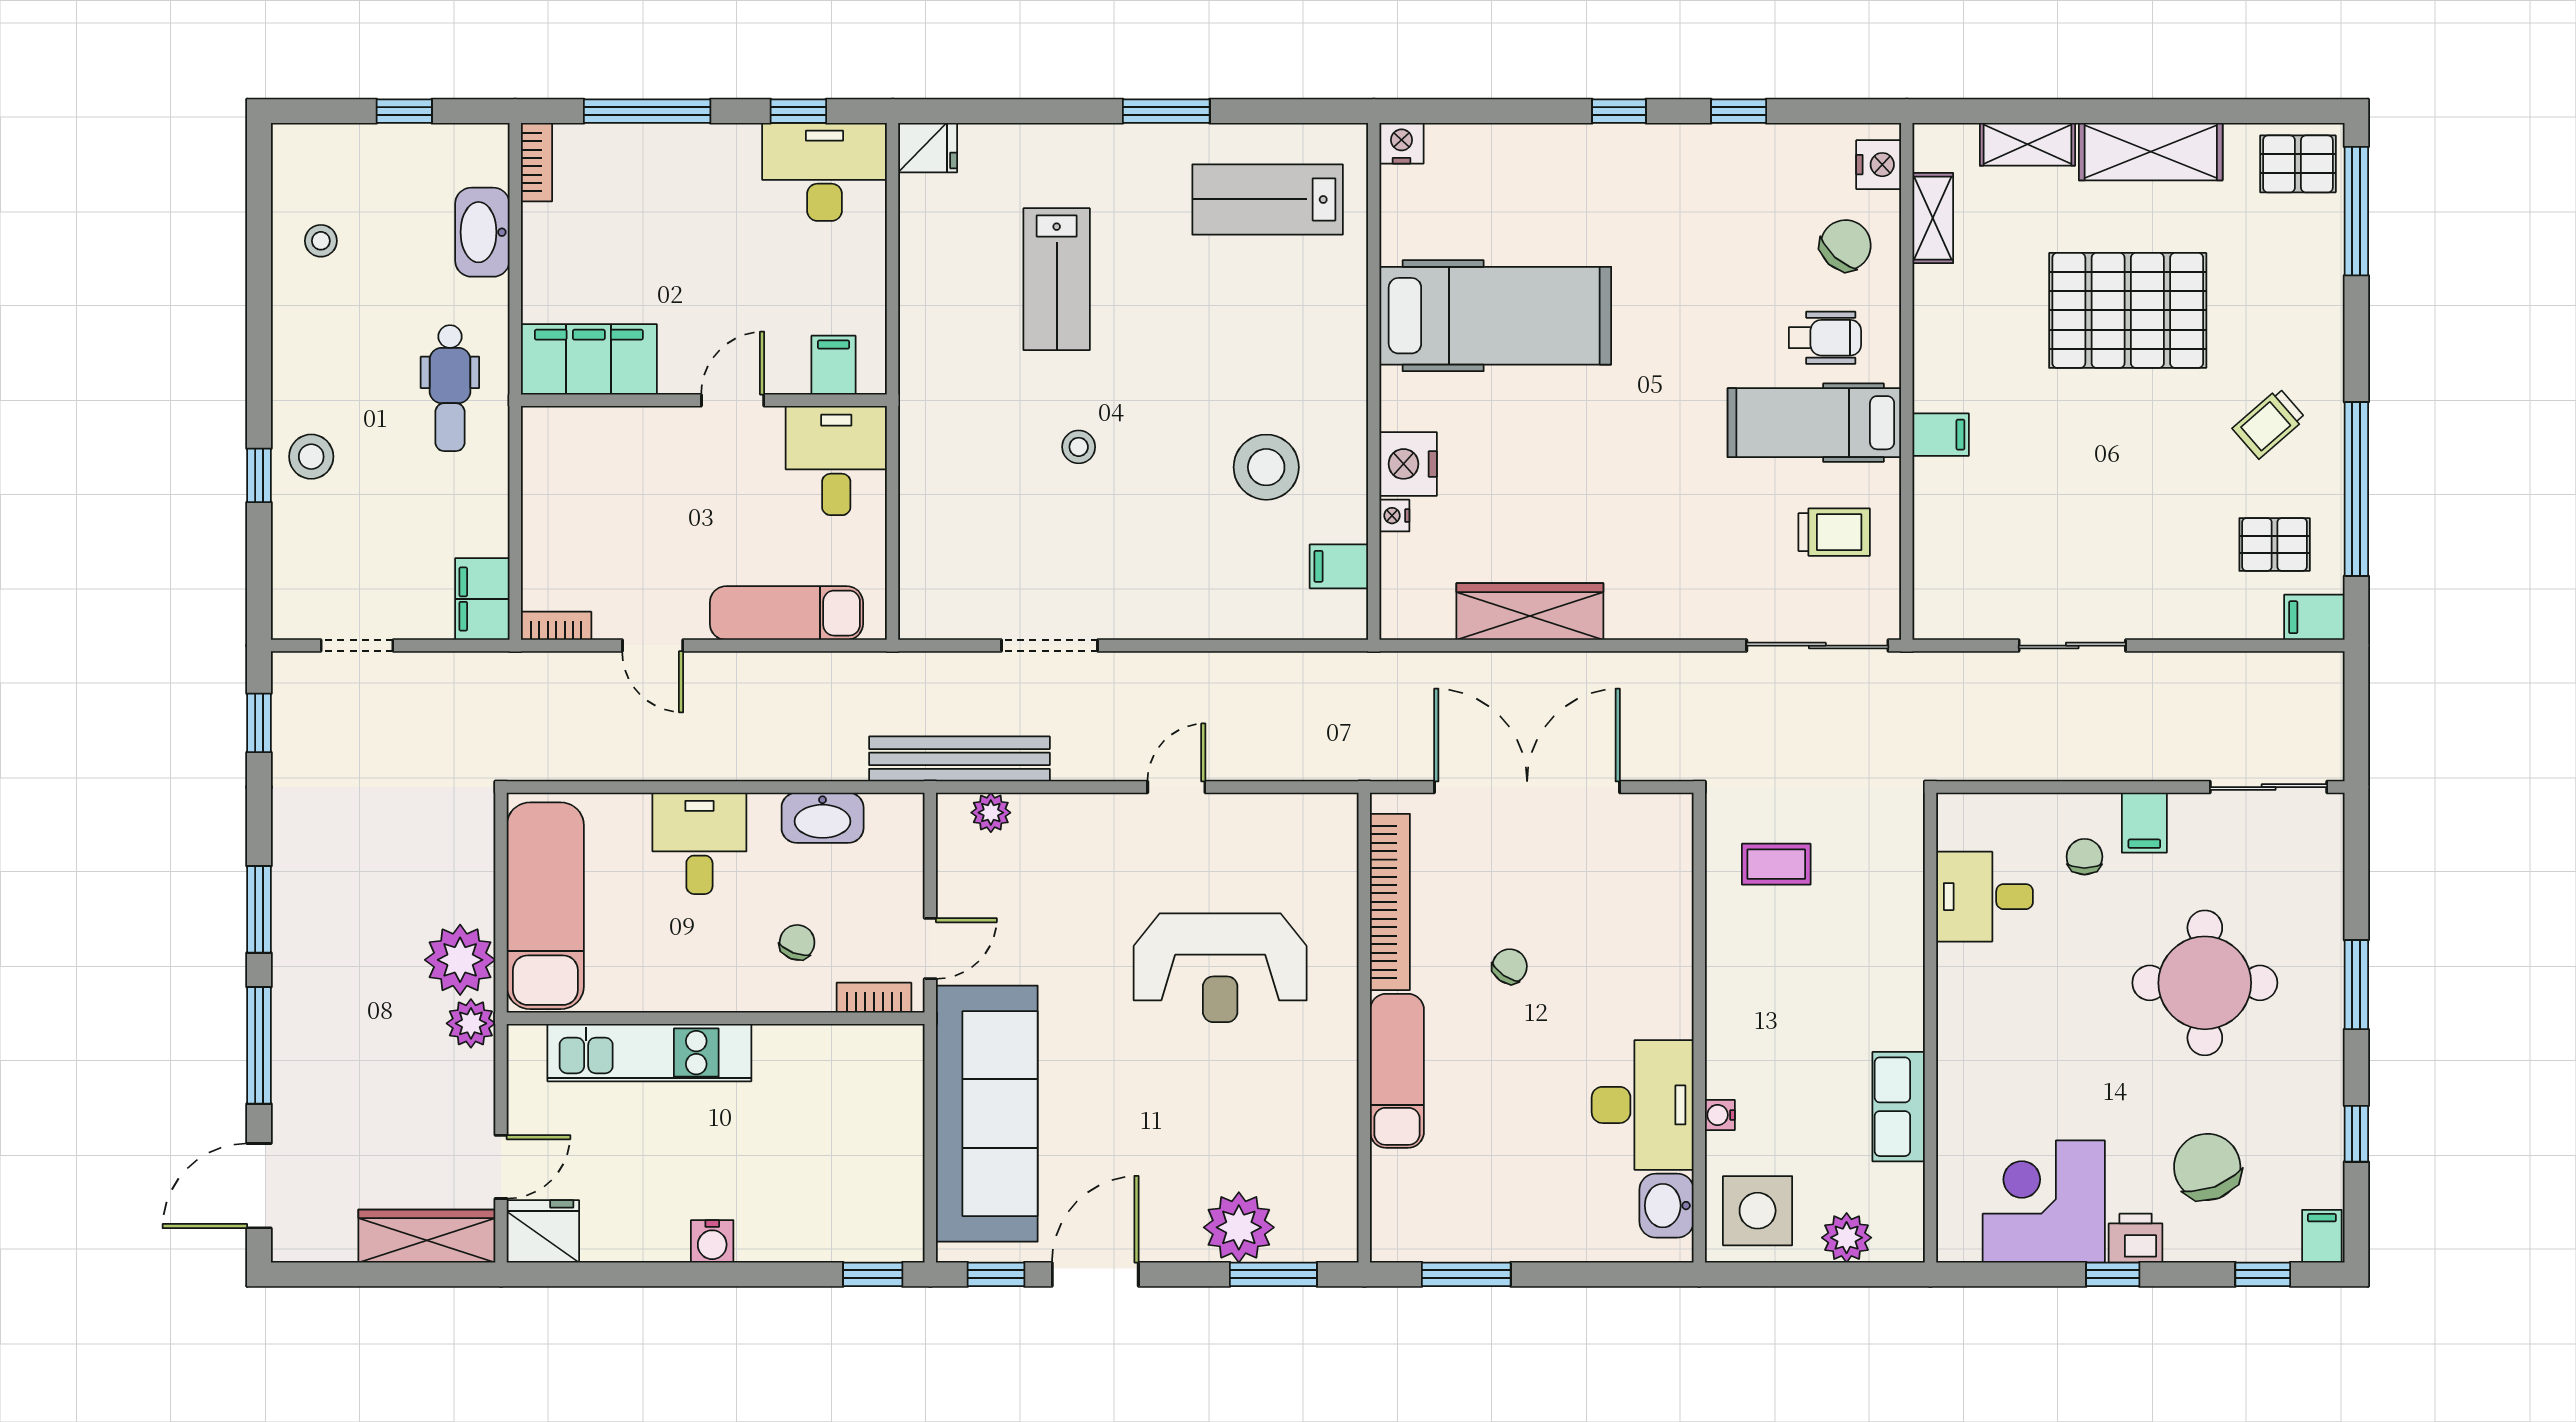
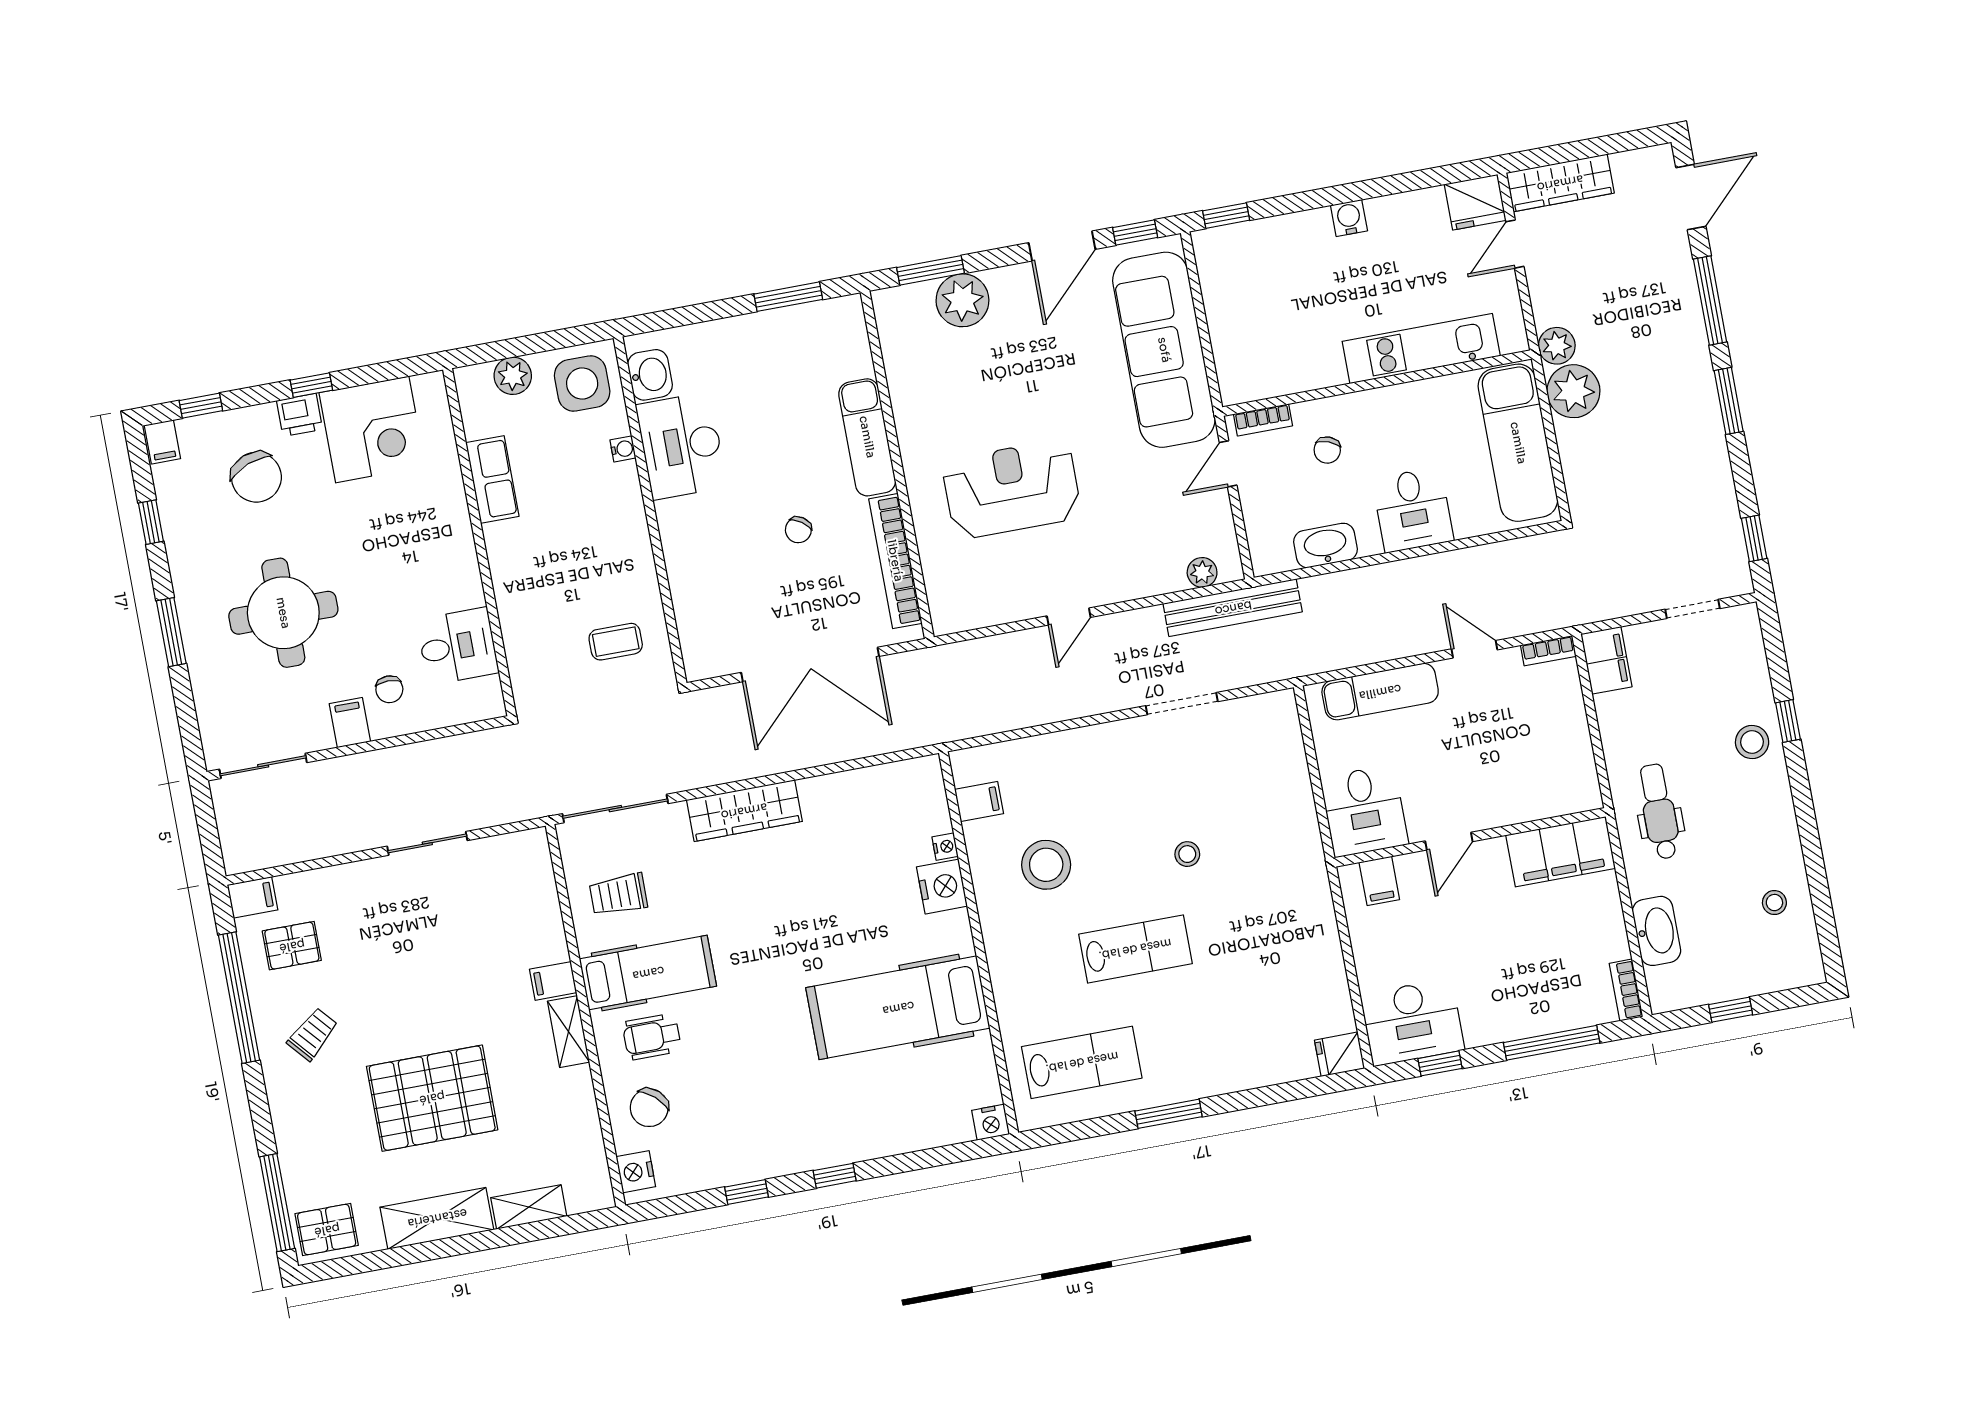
shelving: (1933, 218) -> (569, 1032), moved
lab bench: (1057, 279) -> (1135, 949), moved, turned 90
wardrobe: (1530, 611) -> (744, 811), moved

